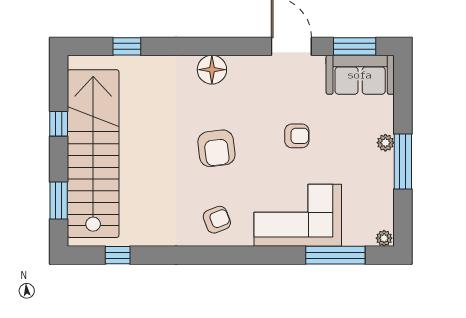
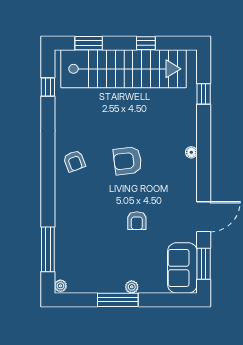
floor lamp: (212, 70) -> (191, 152), width x0.53, depth x0.53
corner sofa: (298, 215) -> (78, 221), removed

